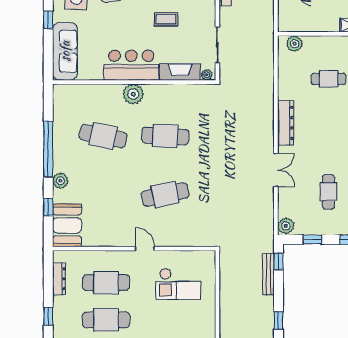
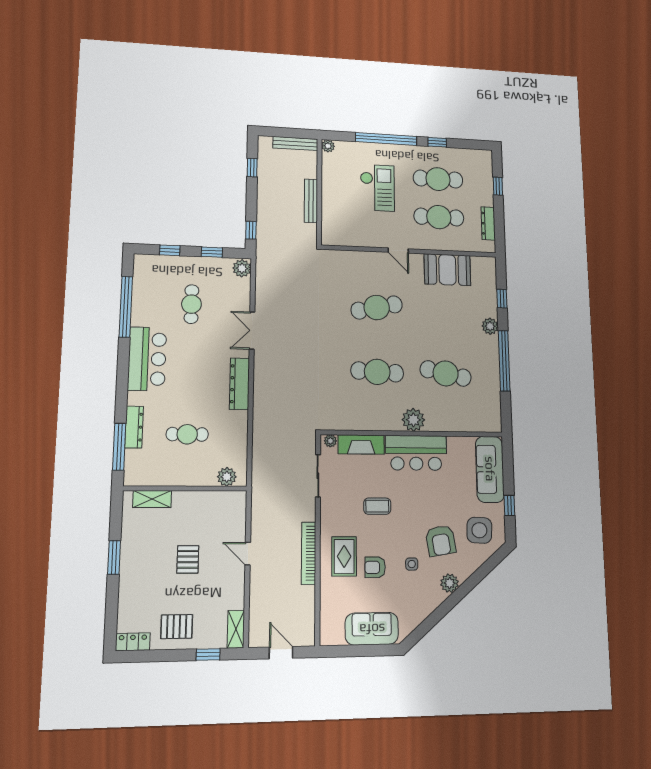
booth: (67, 225) -> (447, 270), moved, turned 90
bench: (268, 274) -> (311, 201), moved
checkout: (178, 284) -> (377, 188), moved, turned 90

